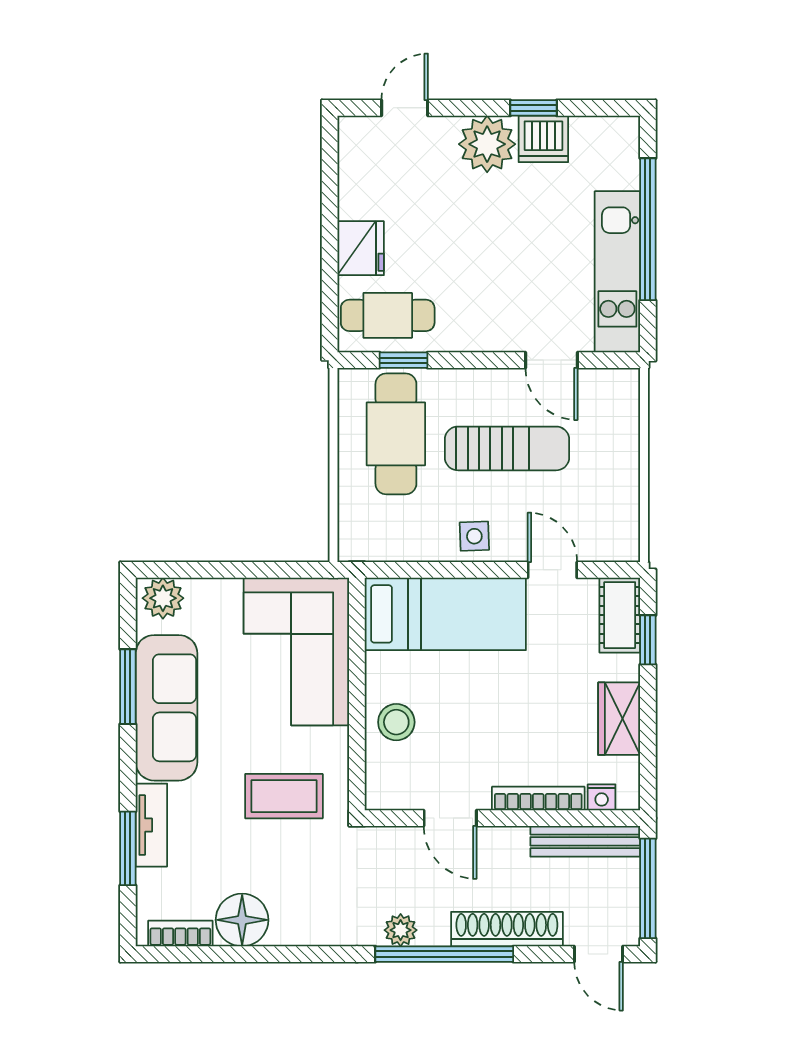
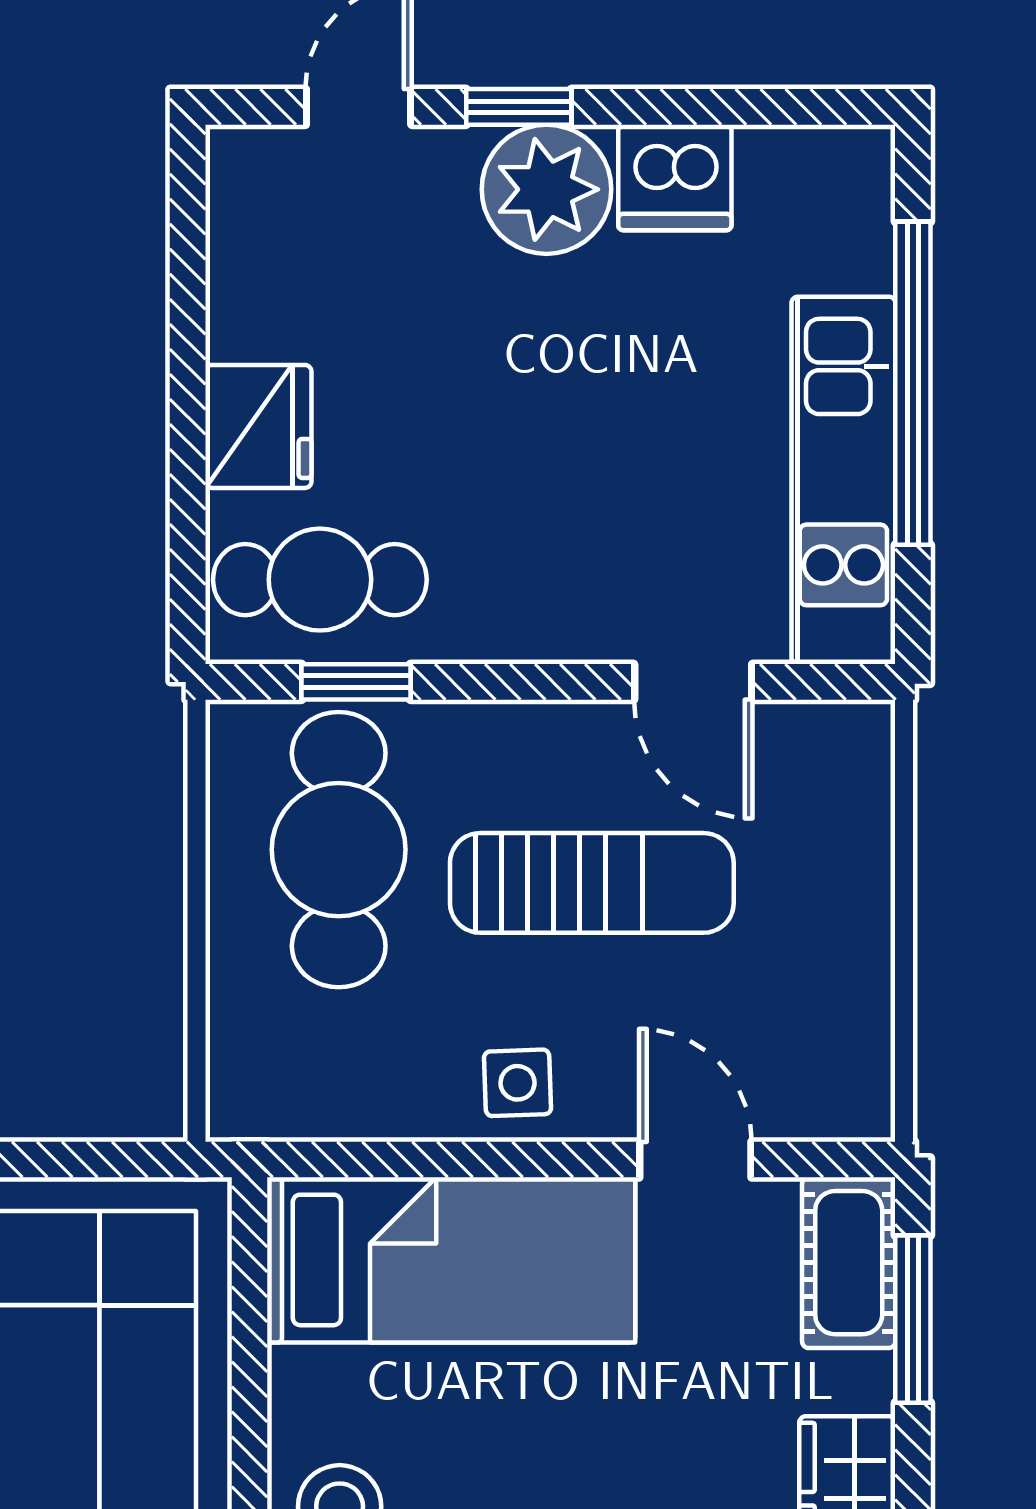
window: (533, 108) -> (519, 107), moved
window: (648, 640) -> (913, 1319), width x1.50

